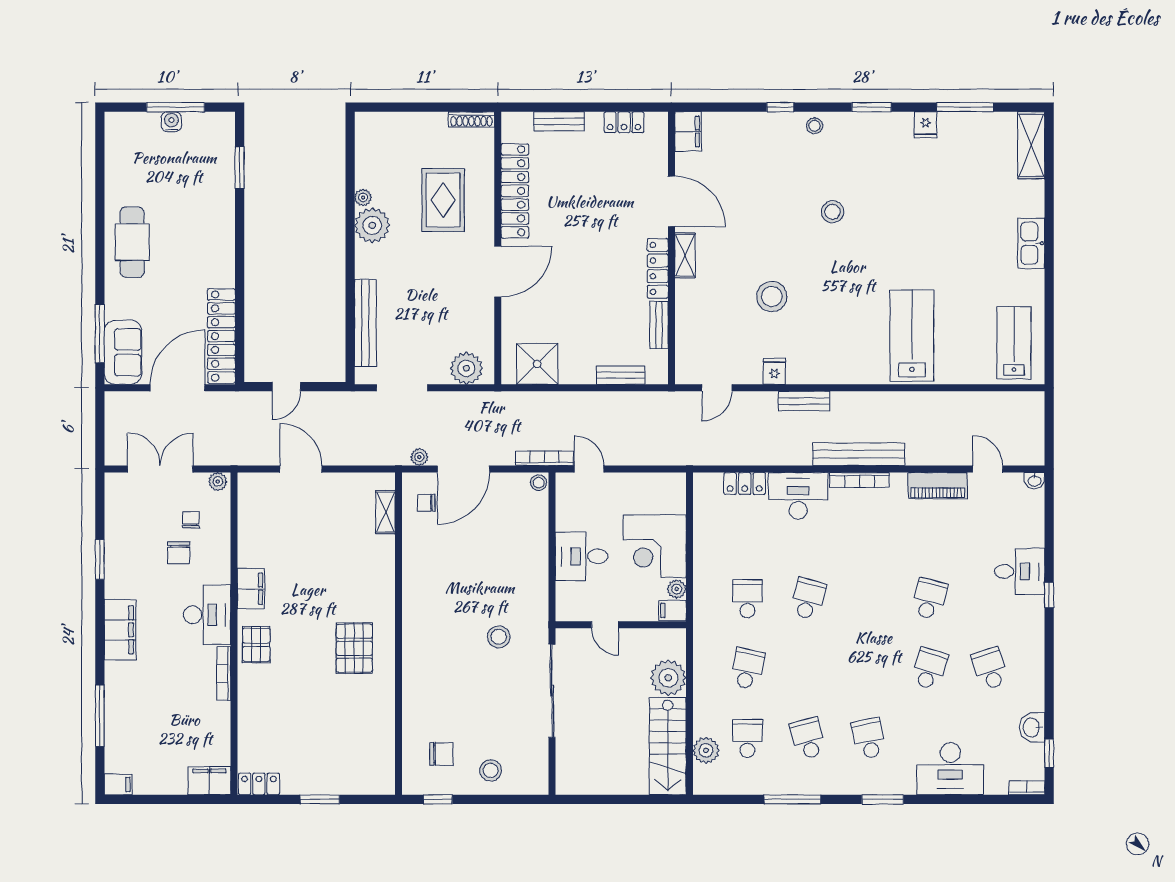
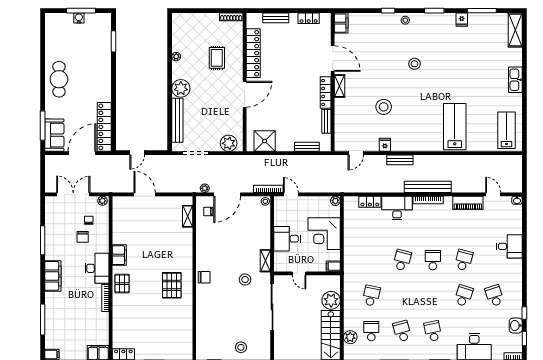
rug: (443, 200) -> (217, 58), width x0.73, depth x0.70
plant: (372, 225) -> (181, 88), moved
window: (100, 560) -> (43, 240), width x1.44
plant: (677, 589) -> (335, 201), moved
window: (1049, 595) -> (524, 313), moved
school desk: (747, 599) -> (433, 260), moved
shelving: (539, 600) -> (265, 261), added
chair: (441, 754) -> (204, 277), moved

